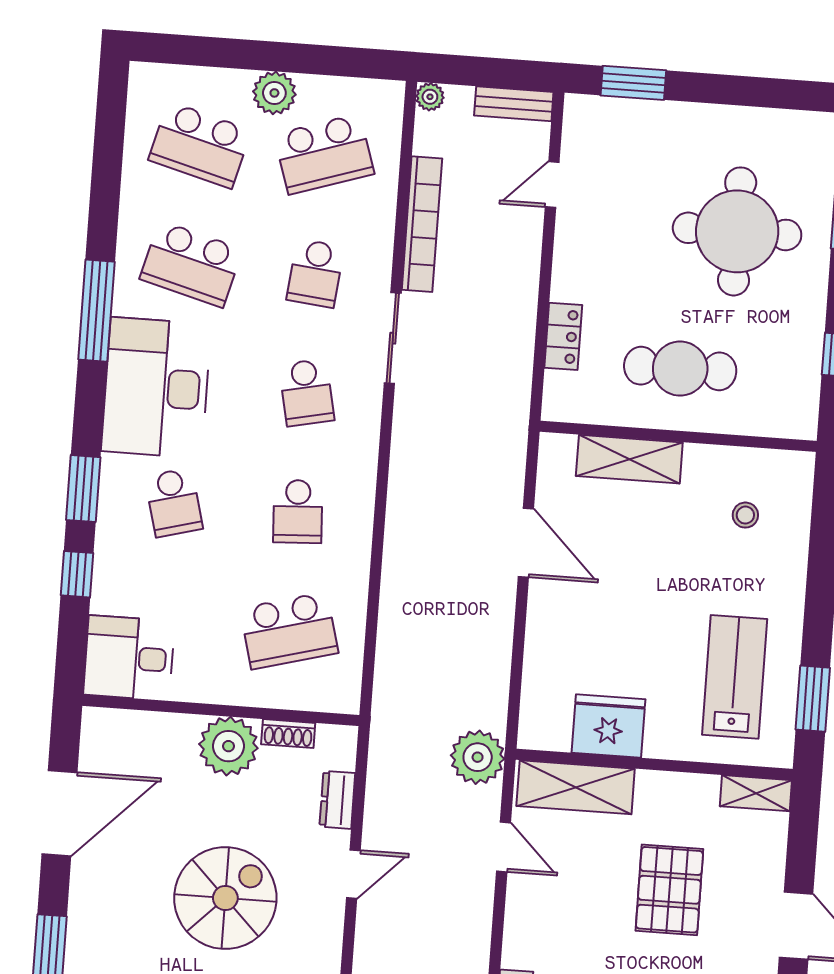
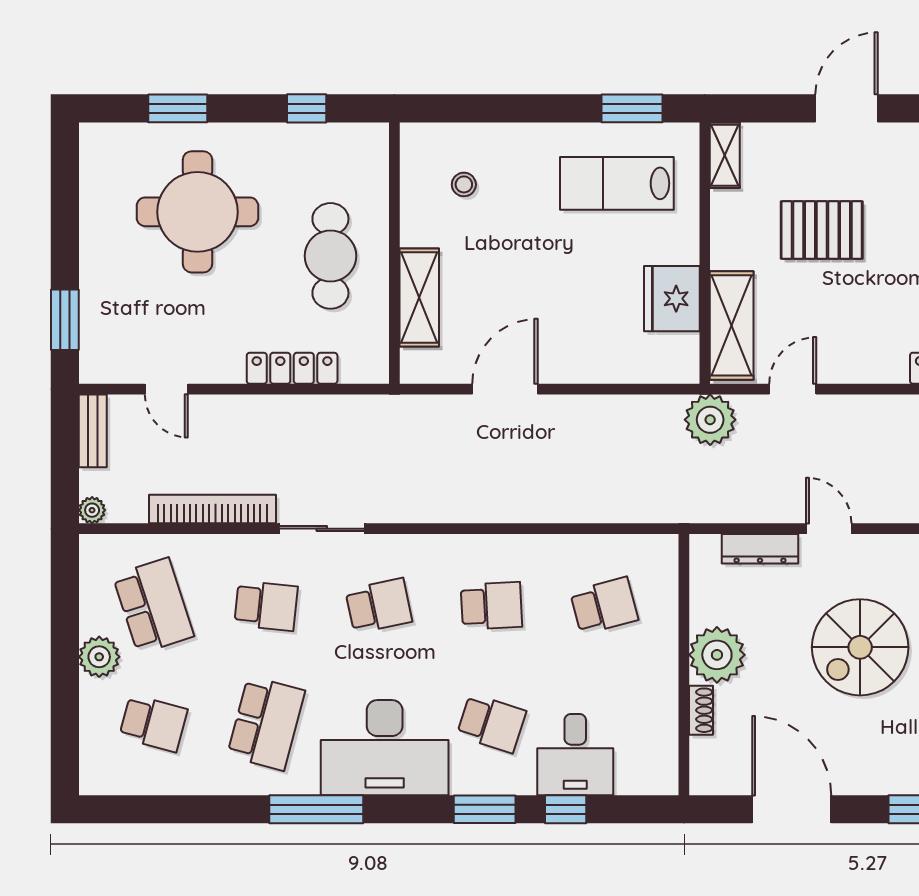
school desk: (200, 145) -> (153, 723), width x0.54
locker: (563, 336) -> (292, 368), width x1.53
school desk: (174, 502) -> (491, 723), turned 33
school desk: (289, 631) -> (604, 606), width x0.54
desk: (129, 658) -> (575, 755), moved
shoe rack: (288, 734) -> (701, 710), moved
dresser: (337, 800) -> (760, 549), width x1.44
spiral stairs: (225, 898) -> (860, 647), turned -90

